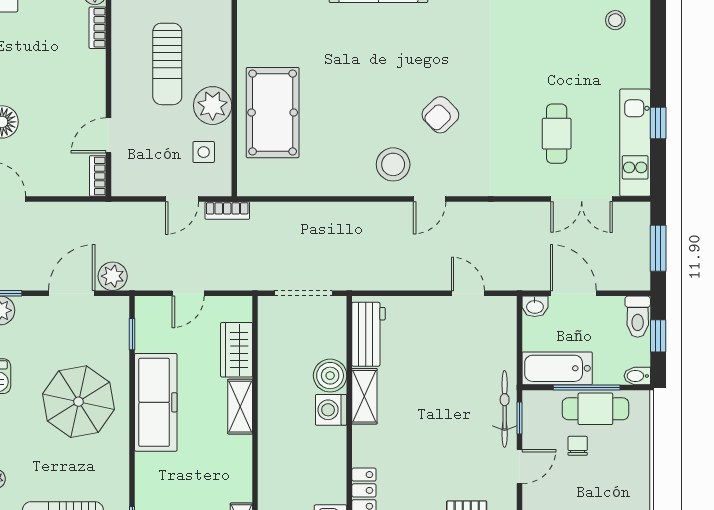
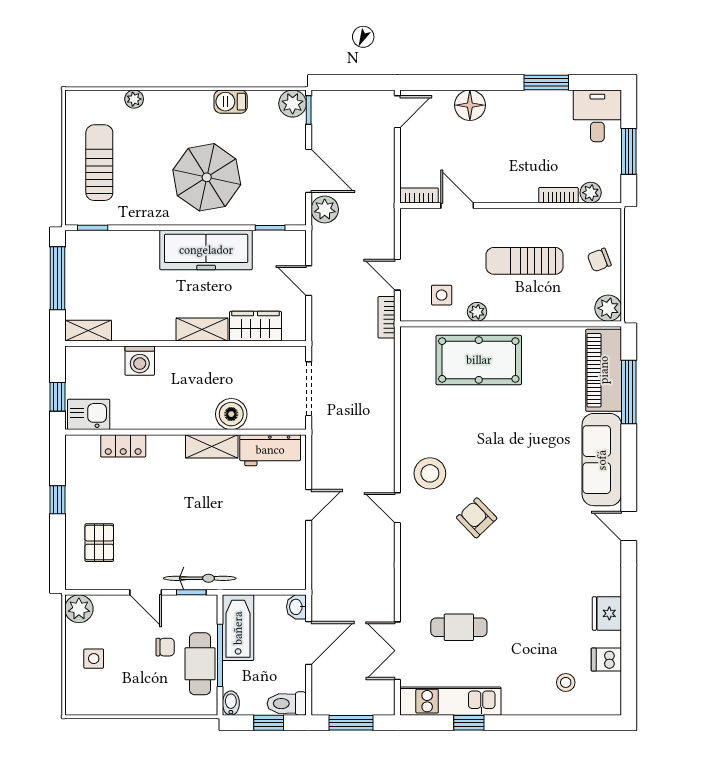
plant: (213, 106) -> (477, 312), width x0.53, depth x0.53
door: (468, 293) -> (309, 505), moved
washing machine: (331, 410) -> (140, 361), moved, turned 180

